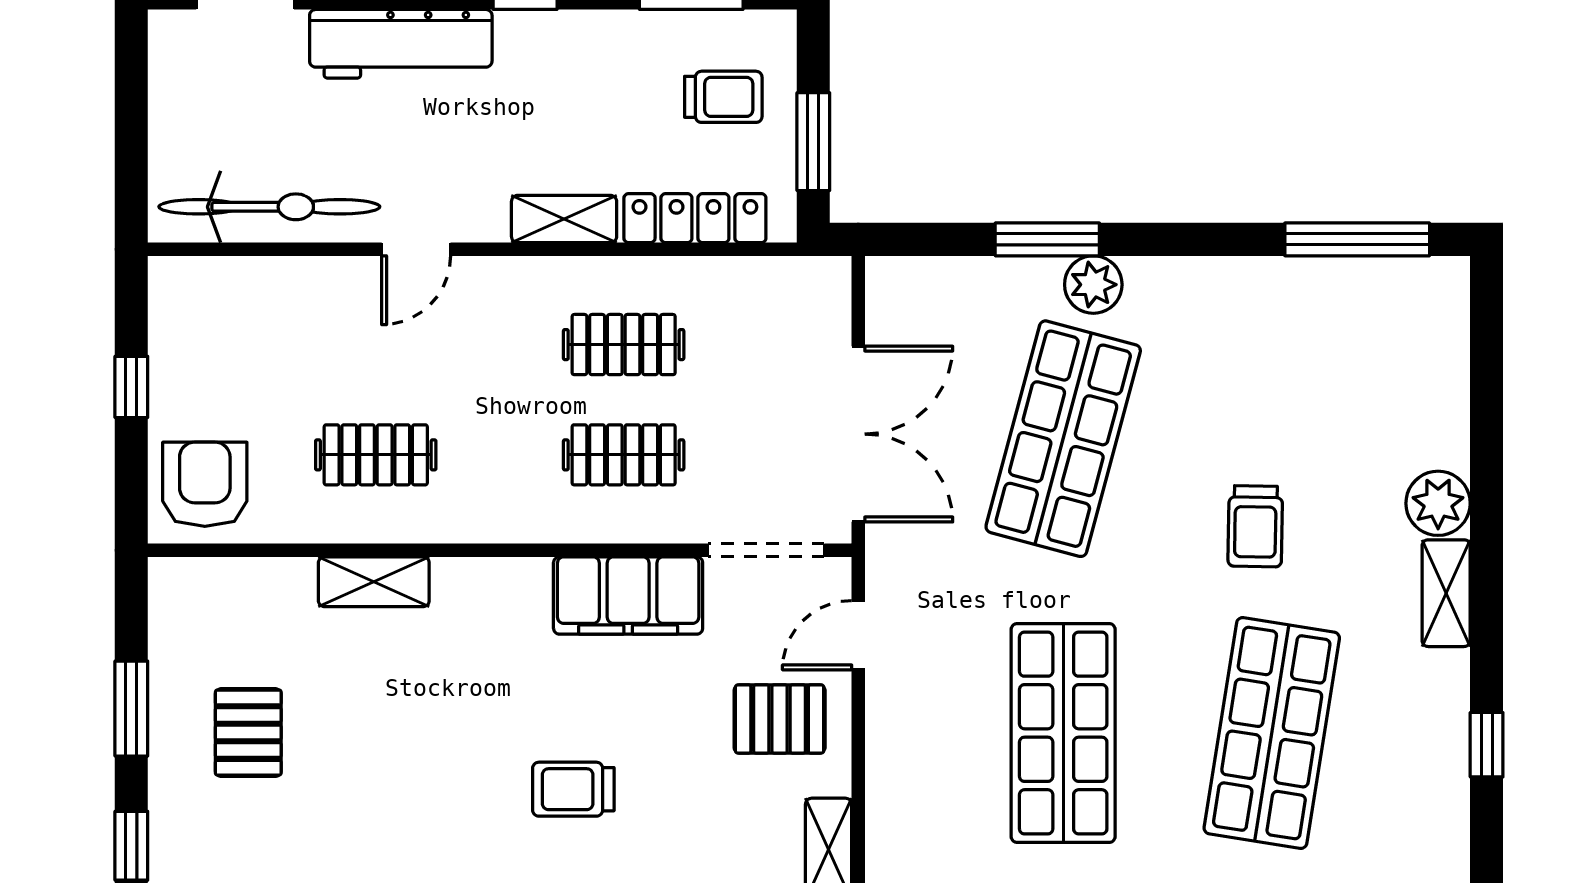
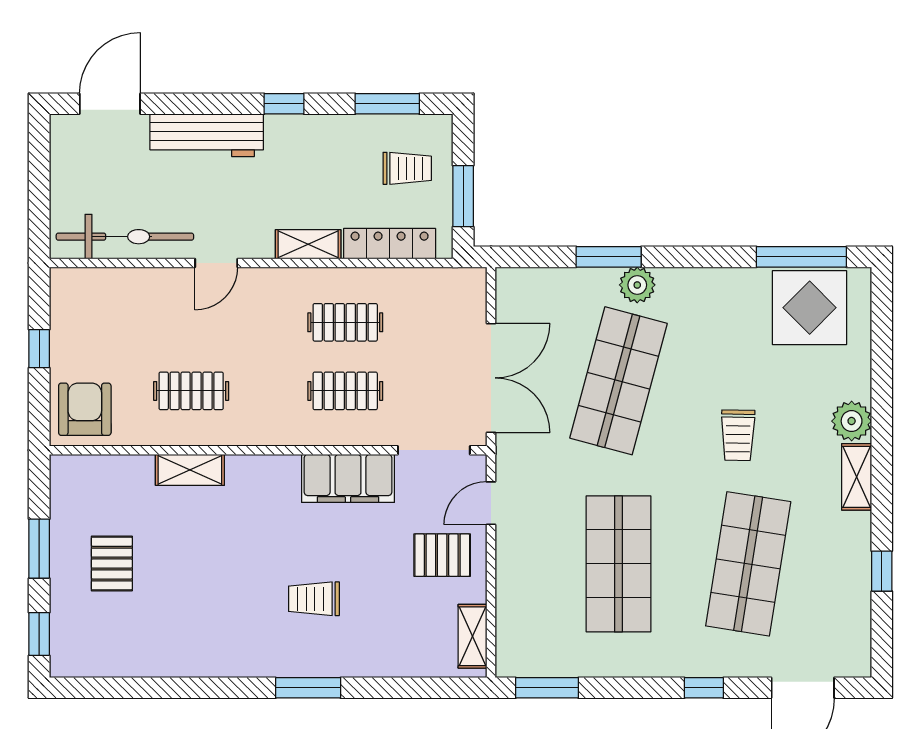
display table: (1370, 321) -> (810, 308), added

